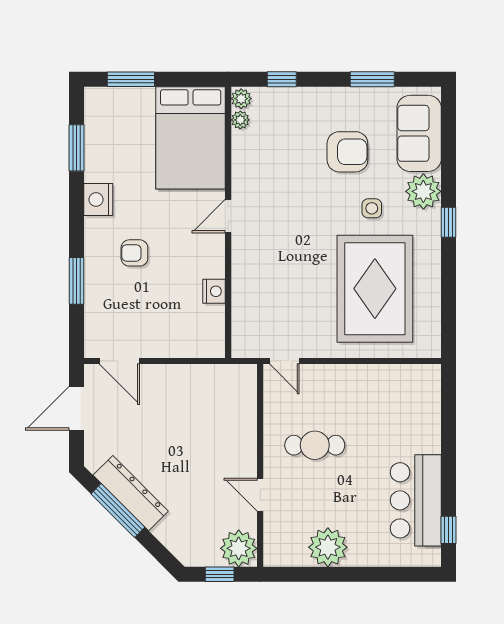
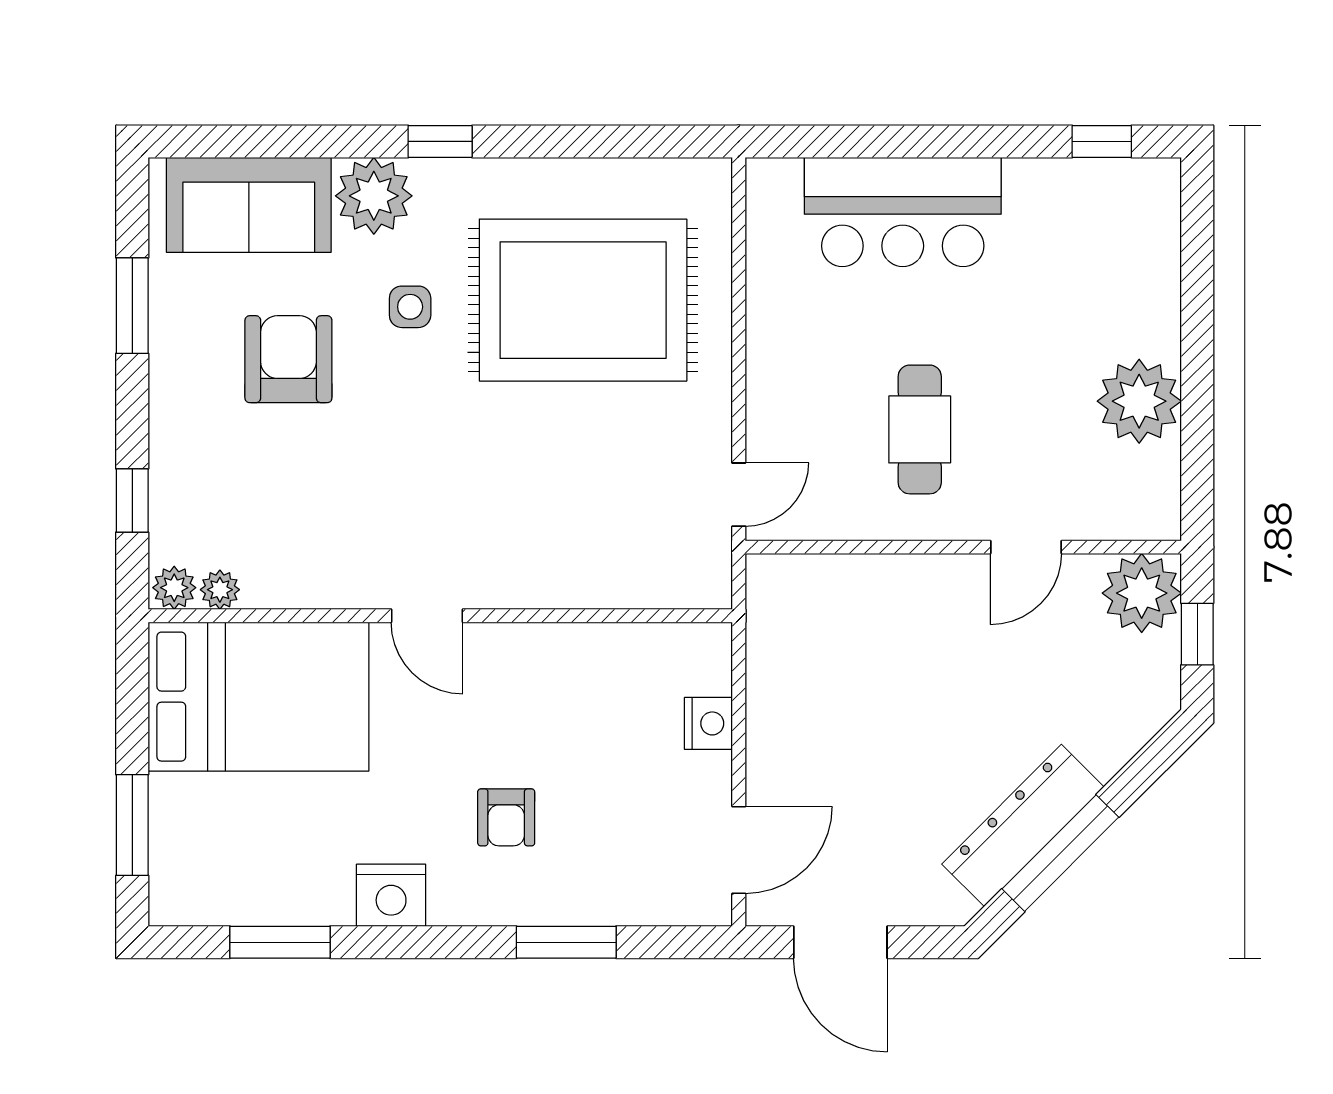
nightstand: (214, 291) -> (708, 723), moved, turned 90
bar counter: (416, 500) -> (903, 212), moved

